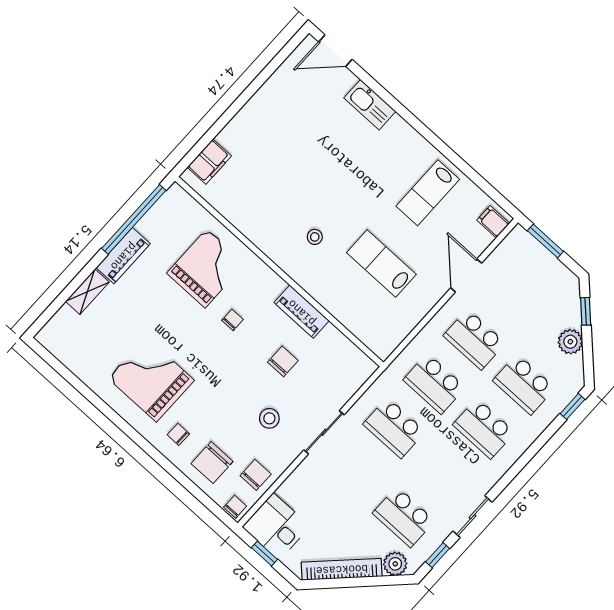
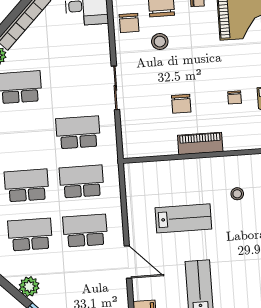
stool: (269, 418) -> (160, 42), moved

